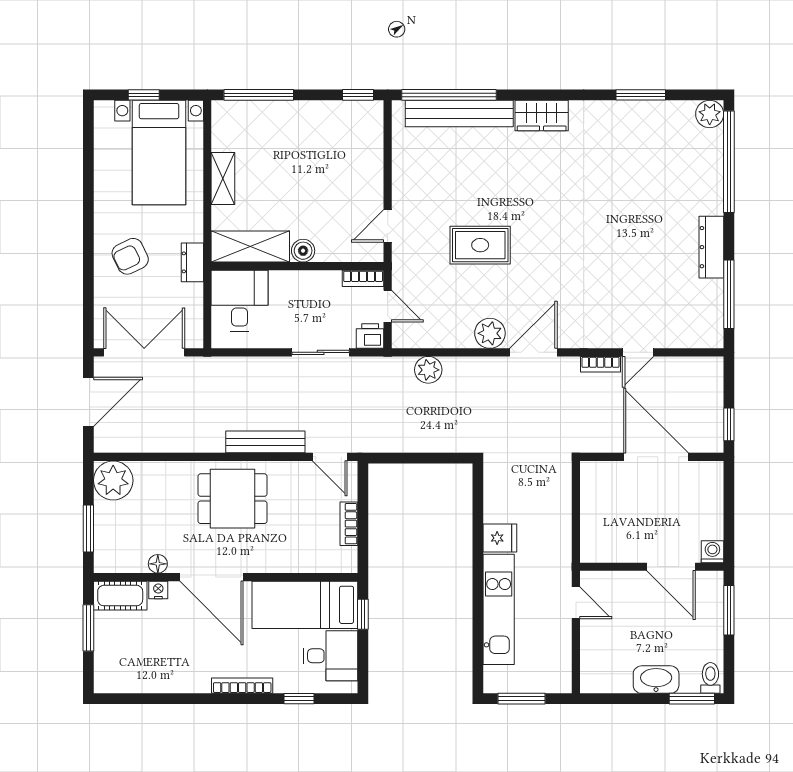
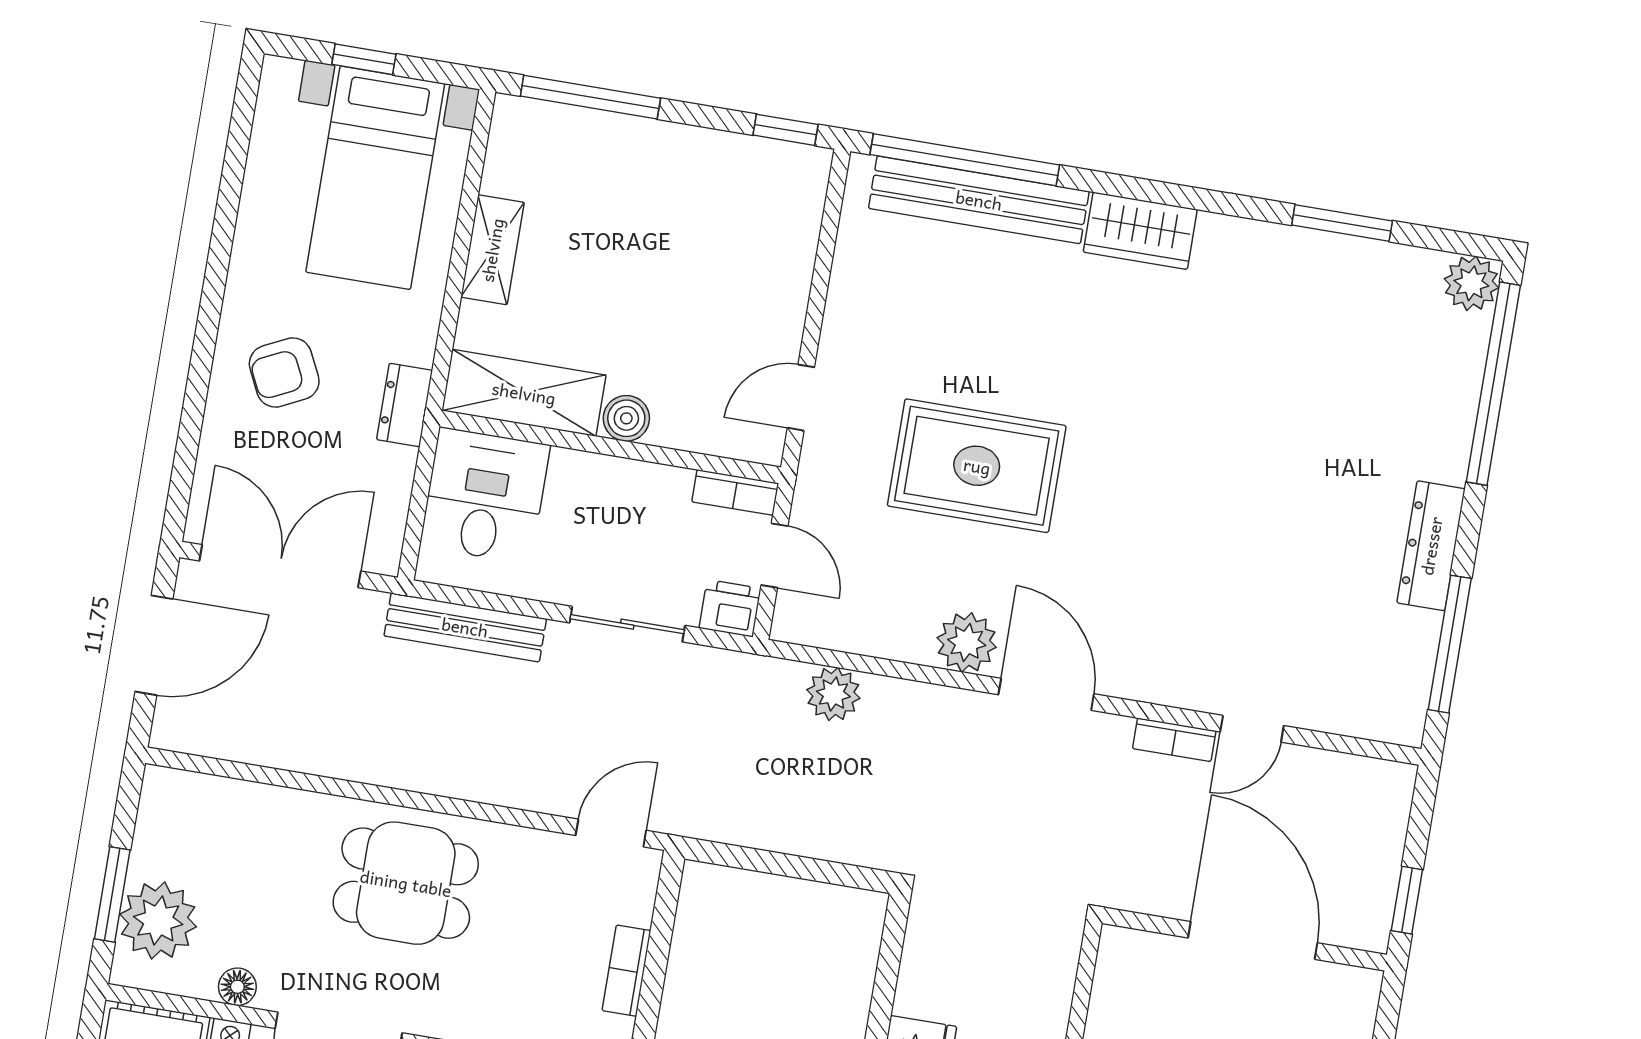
rug: (480, 245) -> (977, 466), width x1.36, depth x1.43
door: (533, 352) -> (1046, 694), hinge flipped
bench: (265, 442) -> (465, 627), moved
door: (330, 457) -> (611, 833), swing flipped
plant: (113, 480) -> (158, 921), moved

